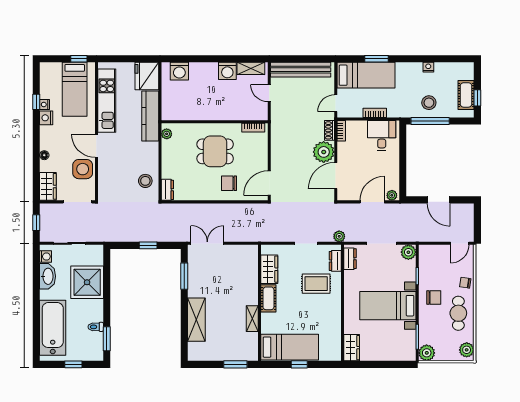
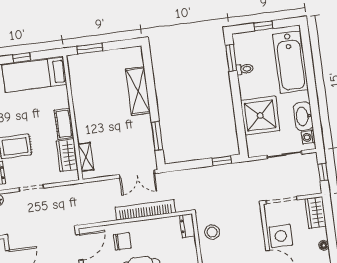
bookcase: (204, 209) -> (145, 210), added
window: (148, 245) -> (222, 161), moved
shelving: (252, 319) -> (86, 157), moved

